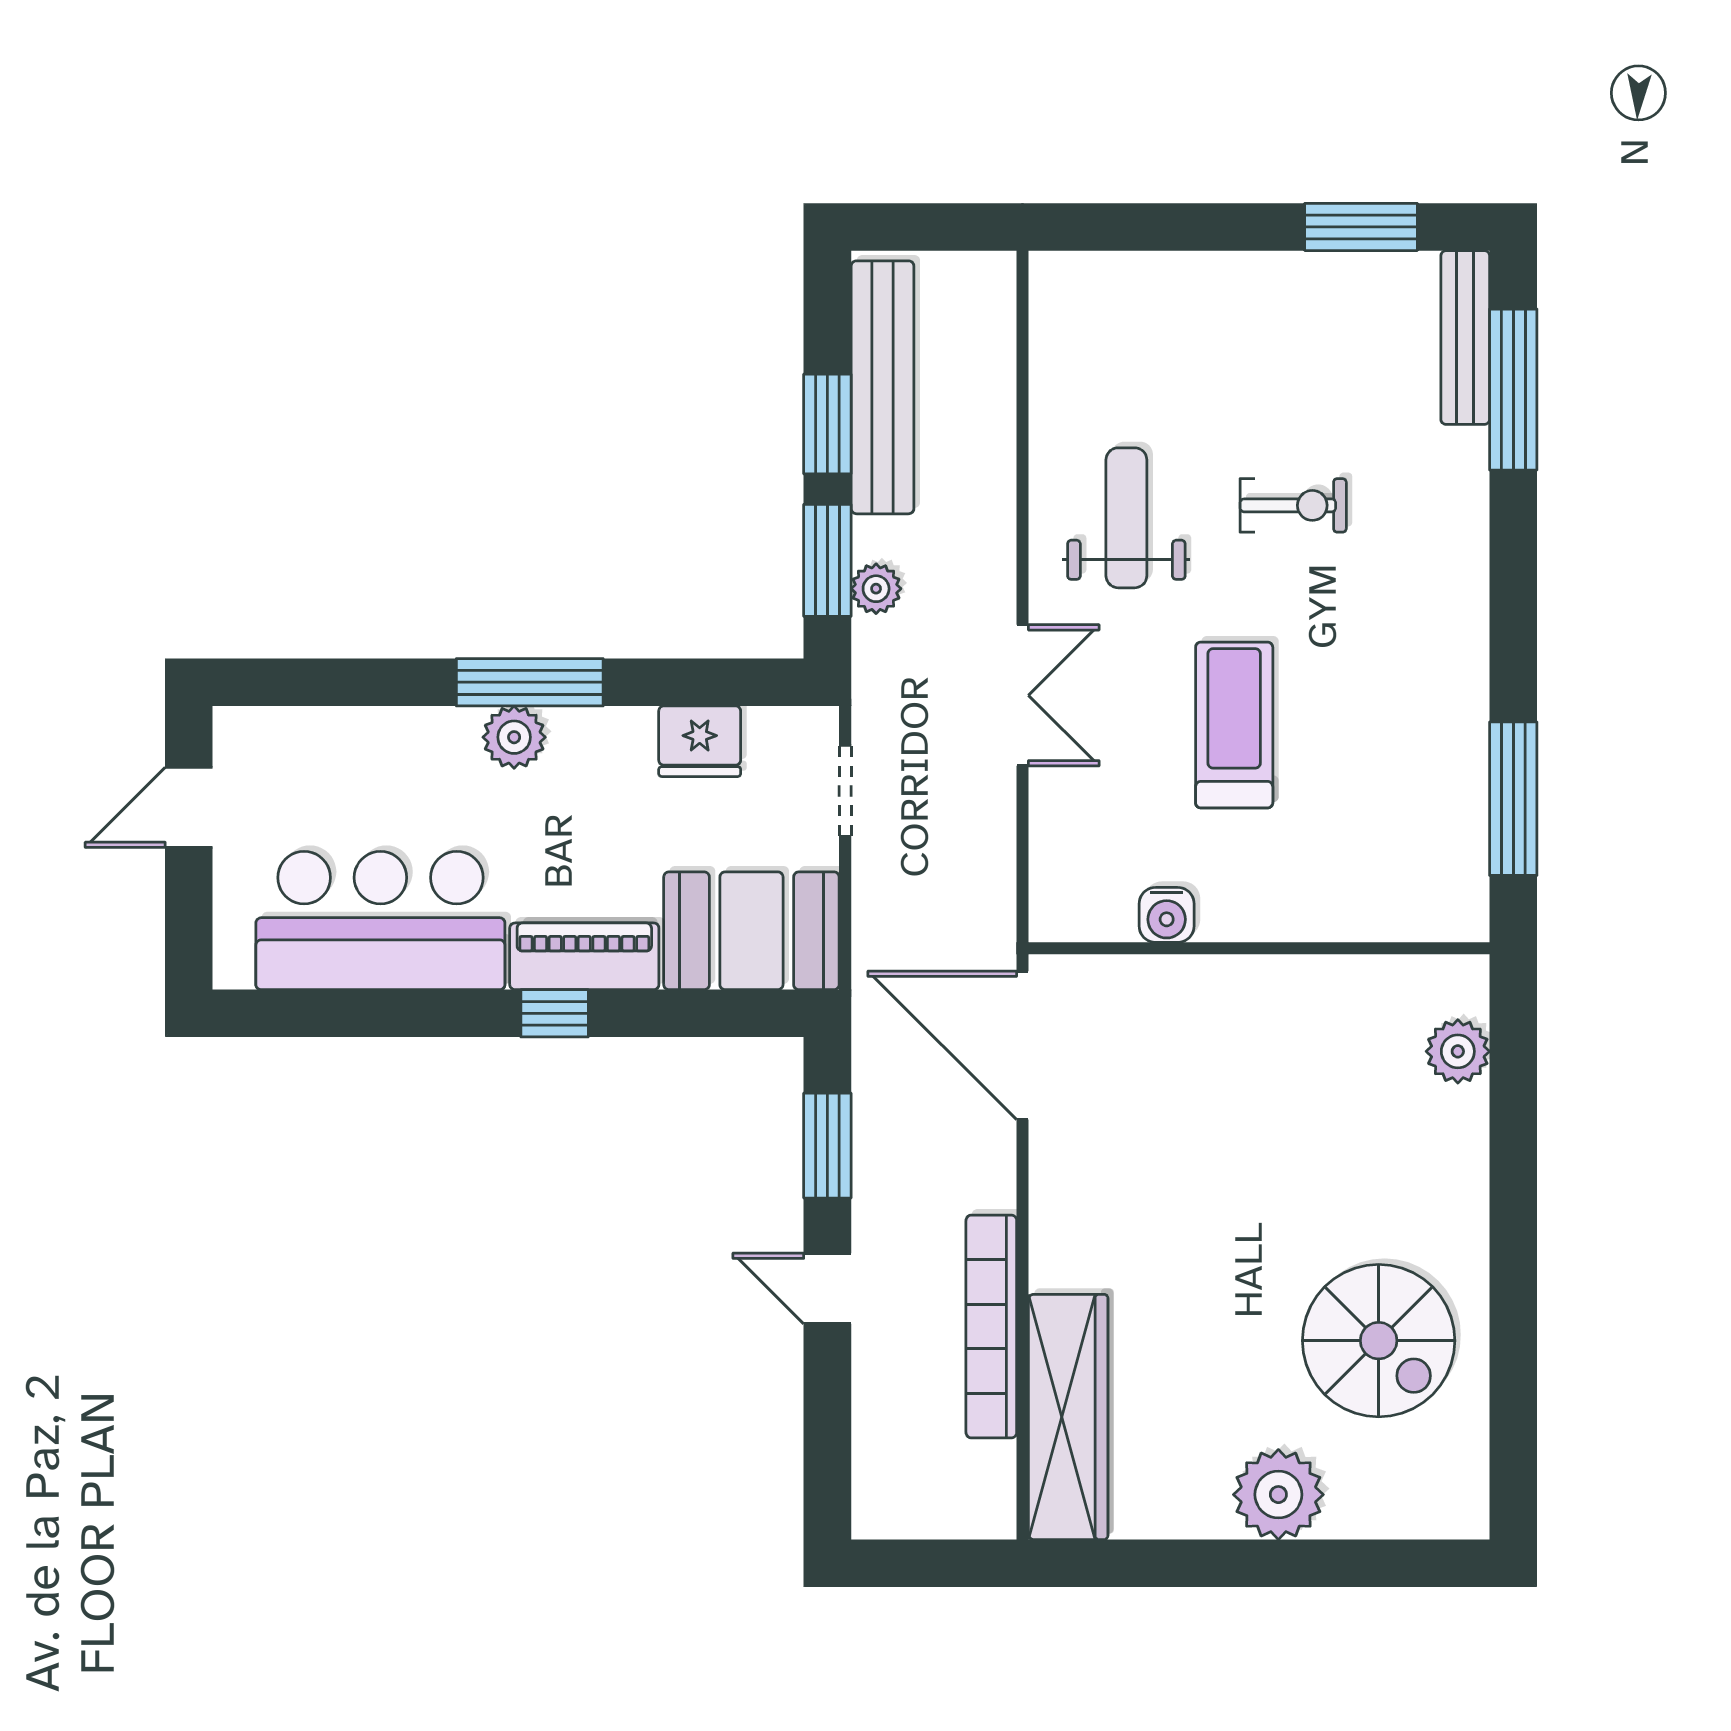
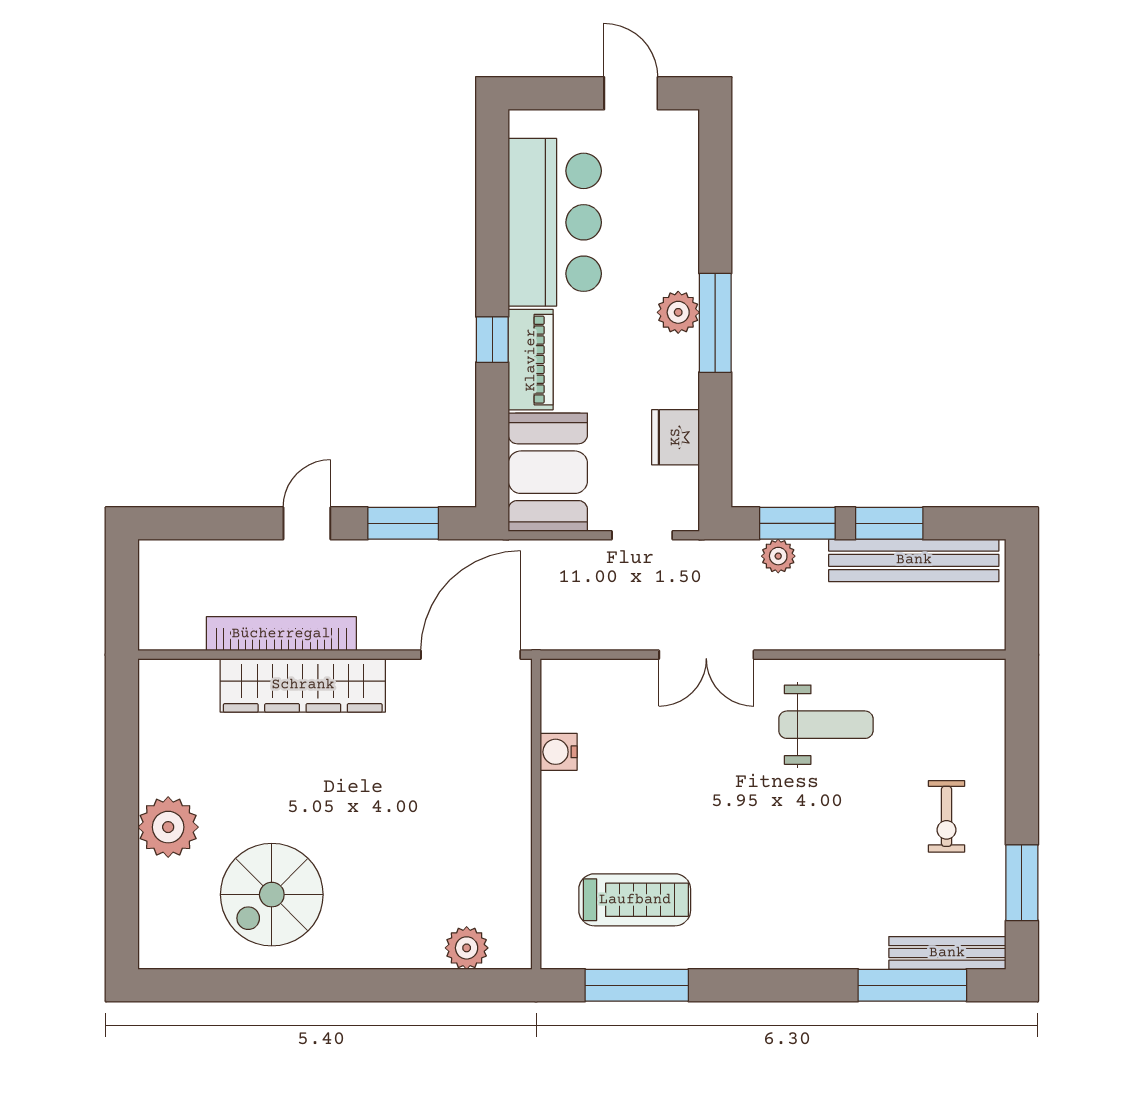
exercise bike: (1293, 505) -> (946, 816), moved
treadmill: (1234, 725) -> (635, 900), moved
wardrobe: (1068, 1417) -> (303, 685), moved

